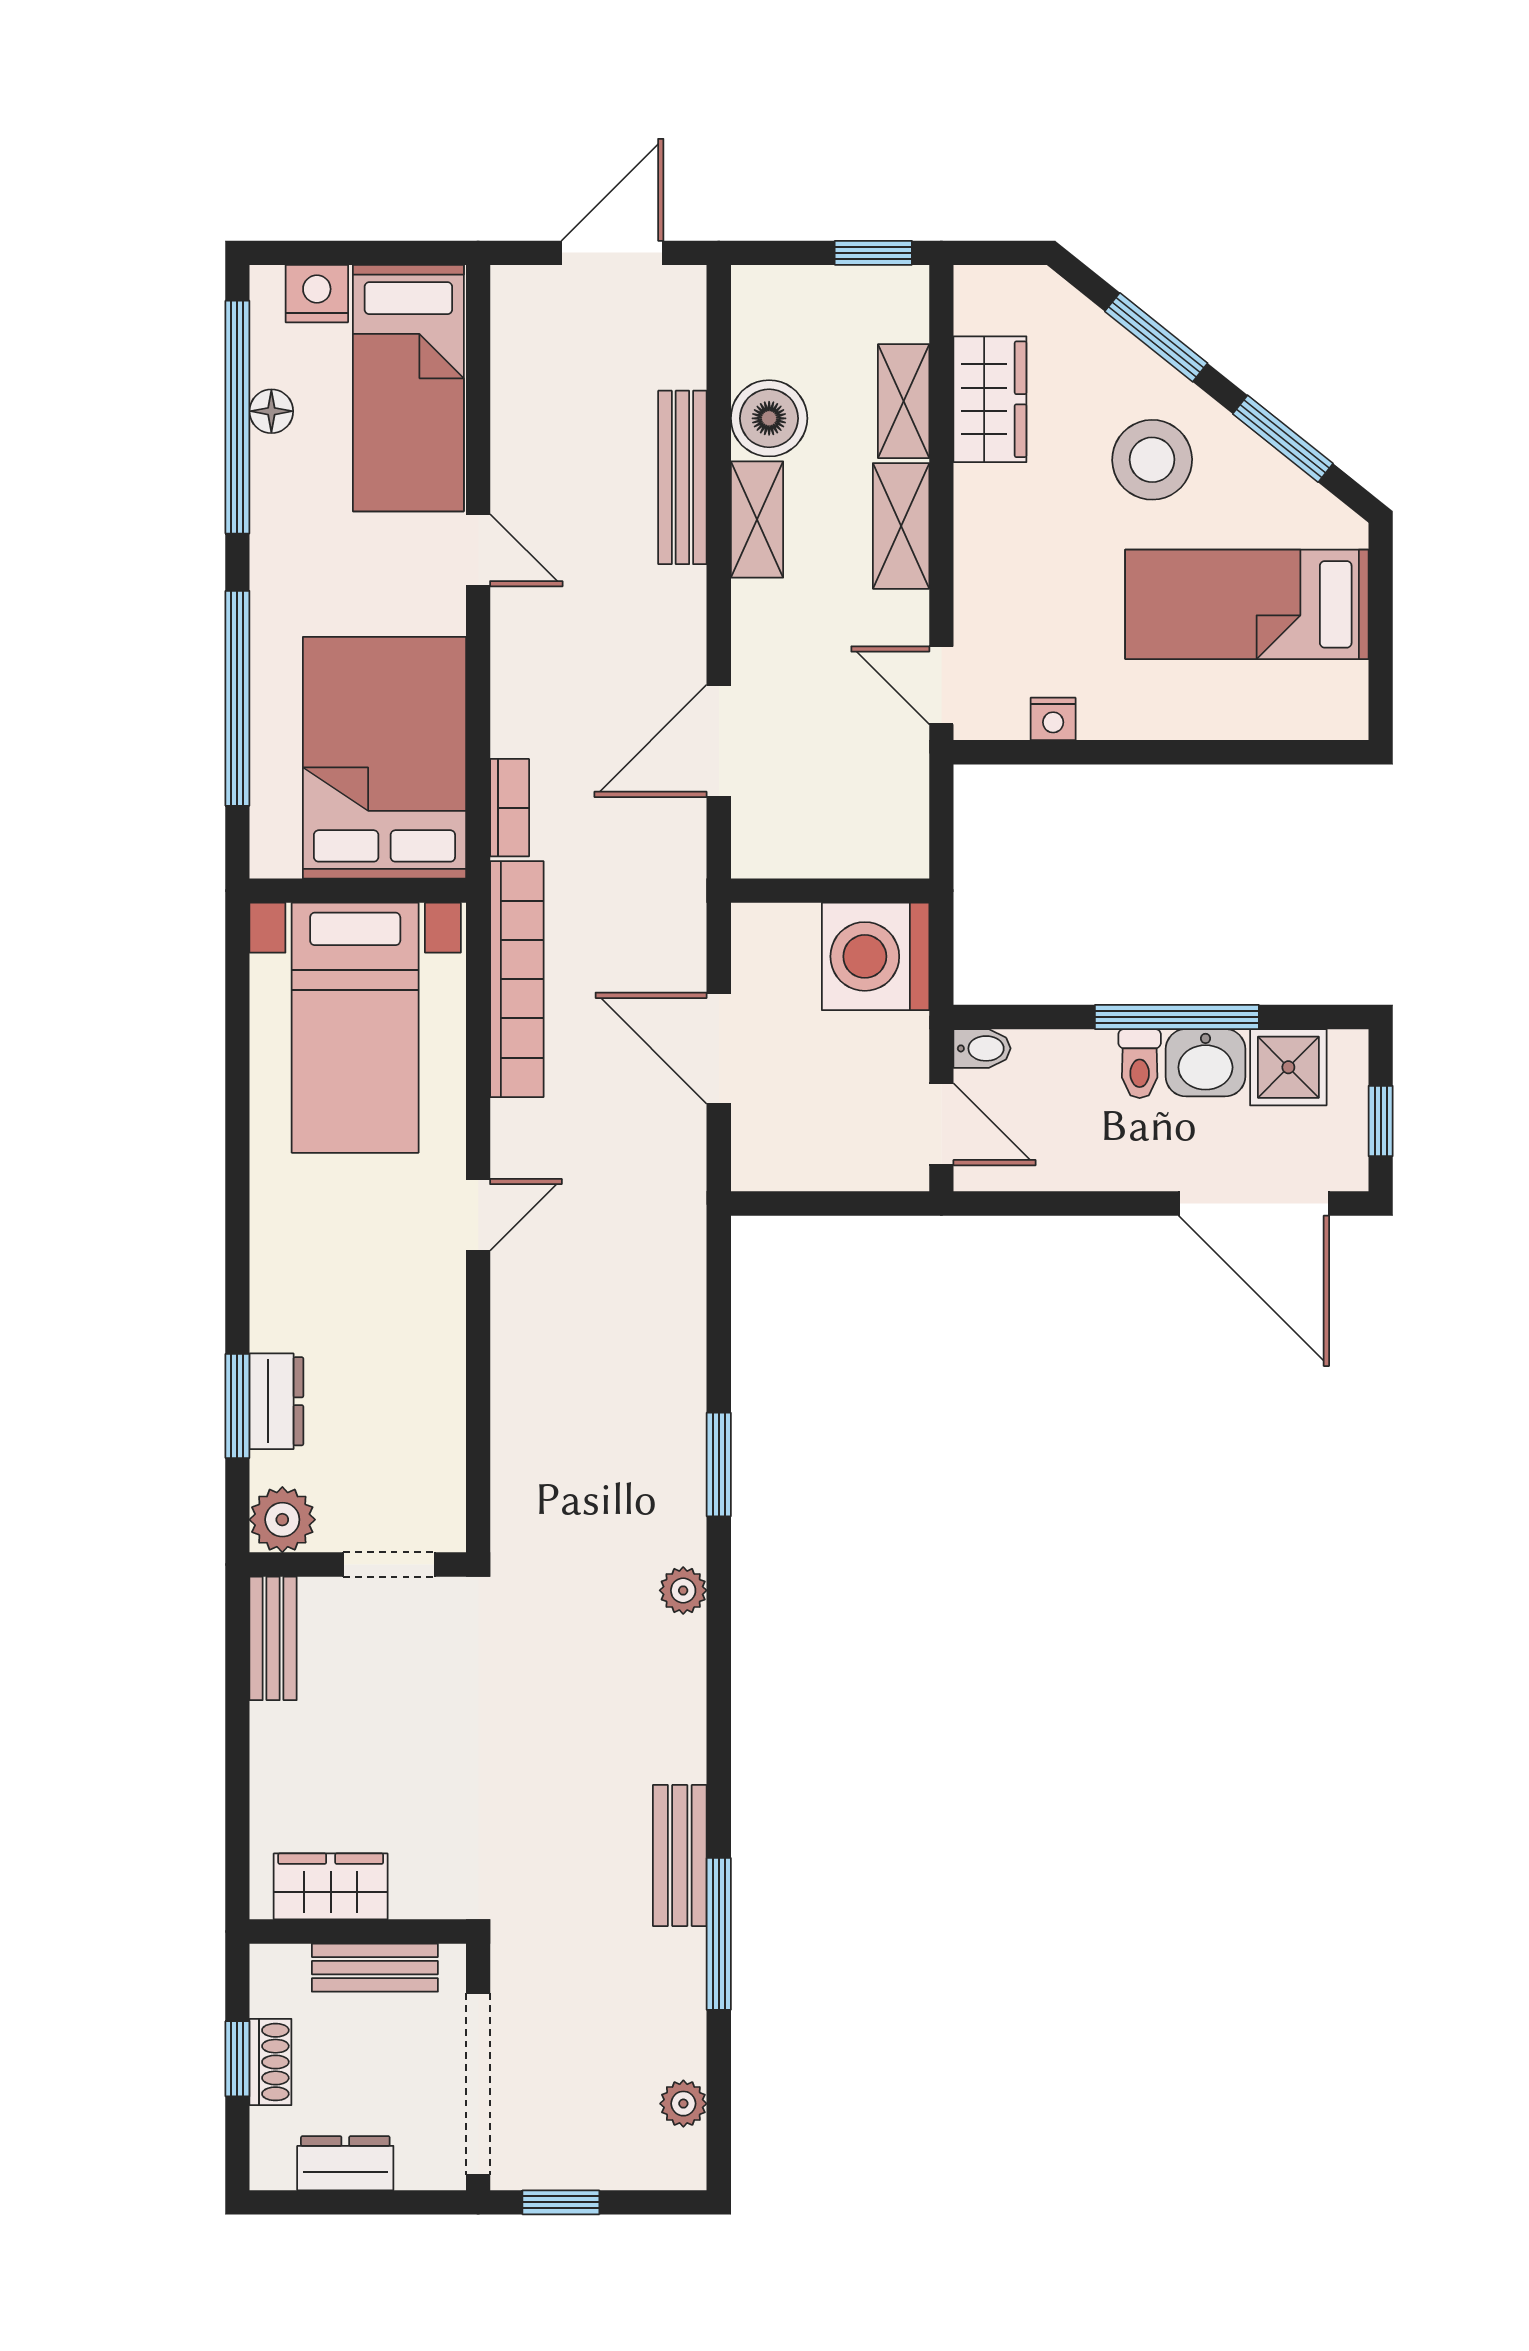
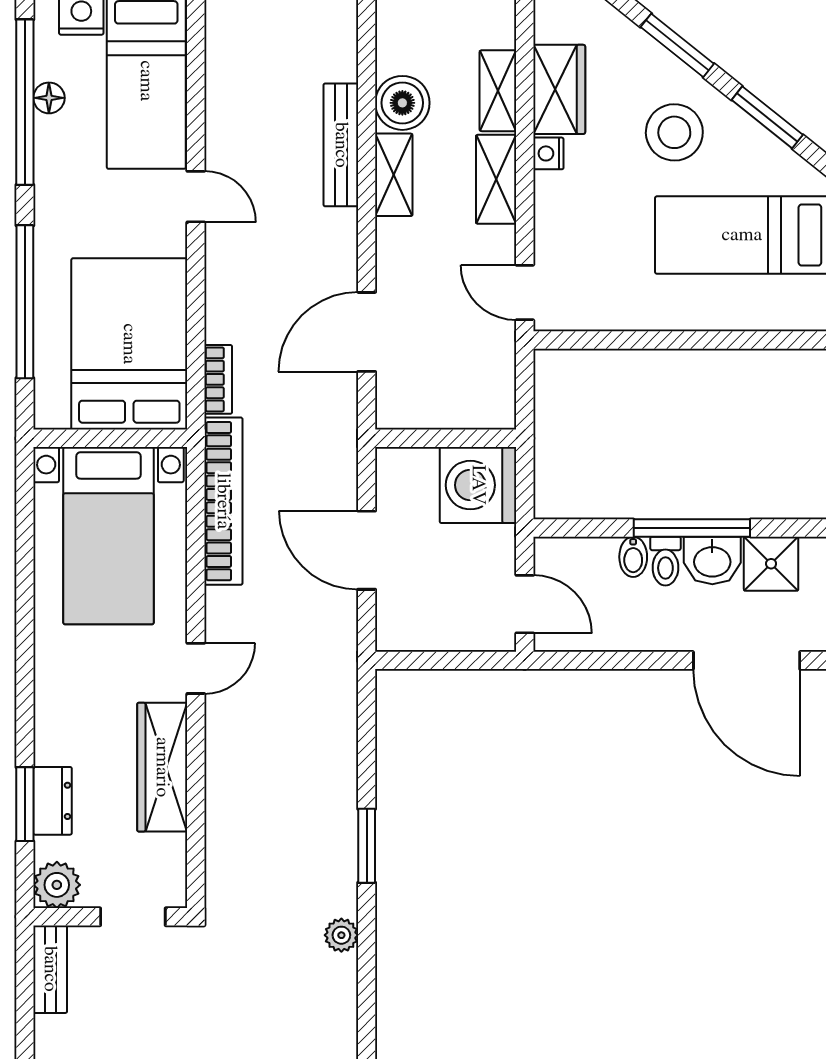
nightstand: (1053, 719) -> (548, 153), moved, turned 90
bidet: (982, 1048) -> (633, 557), moved, turned 90
wardrobe: (431, 1354) -> (162, 767), added

